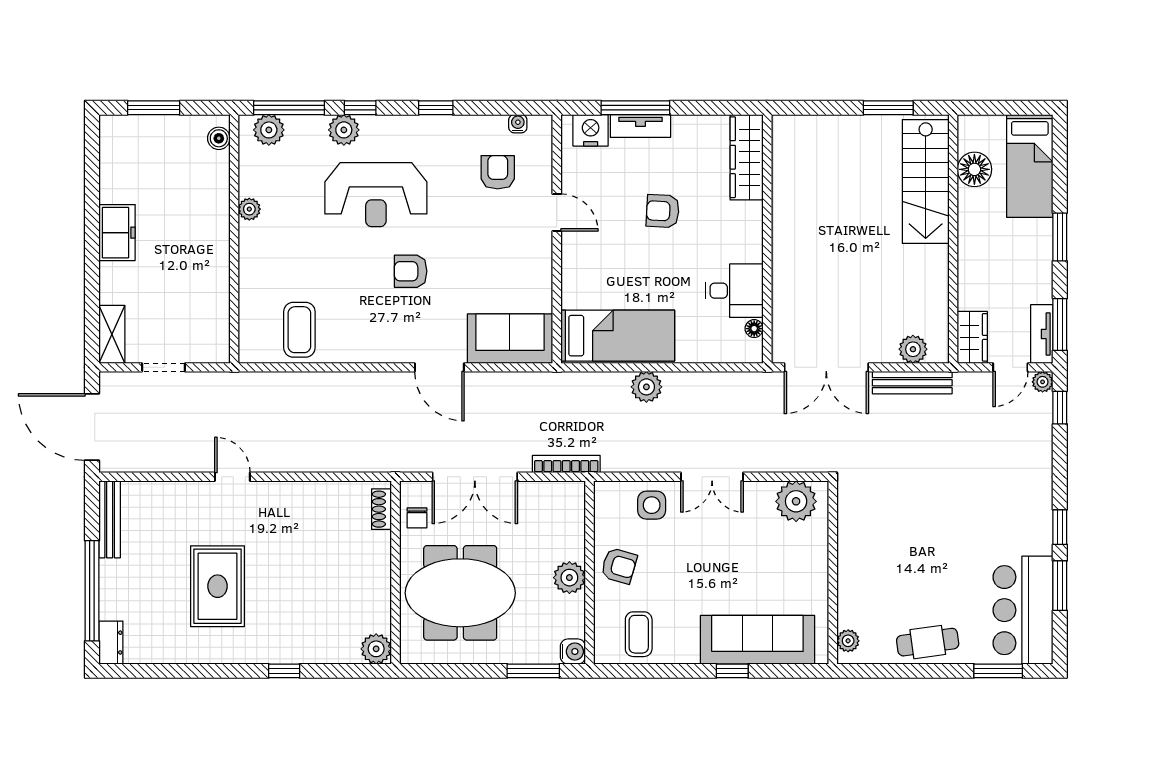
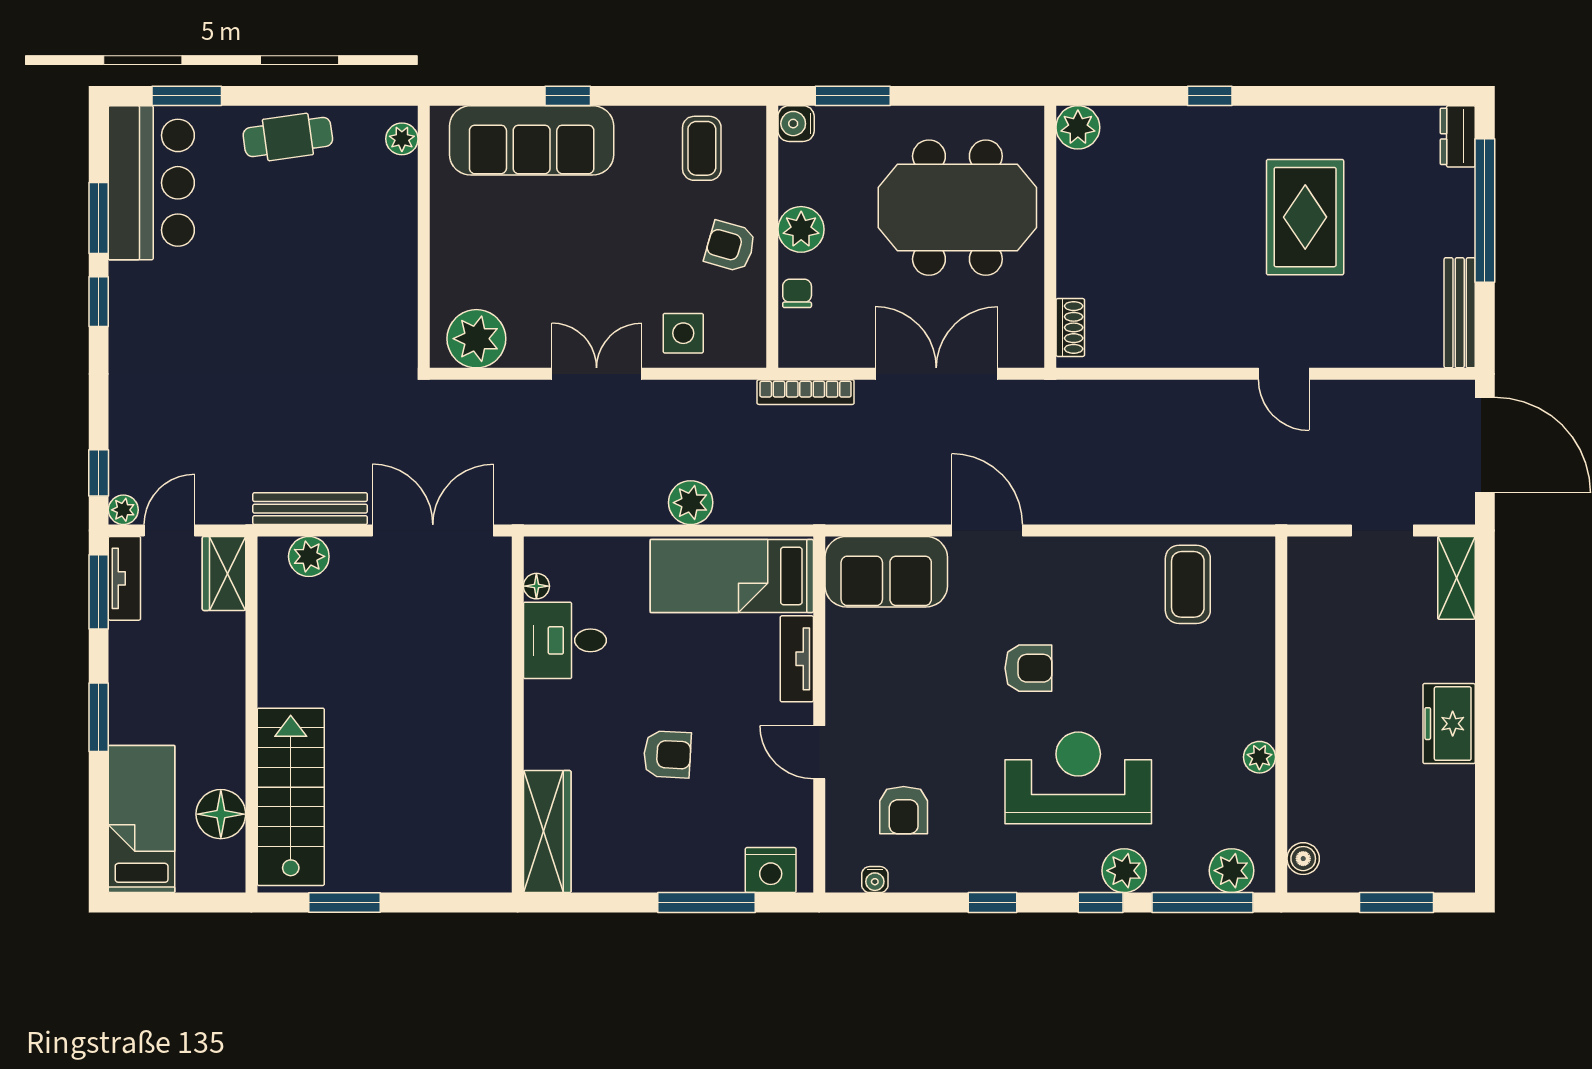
tv unit: (640, 126) -> (797, 659), moved, turned -90
chair: (417, 518) -> (797, 293), moved

